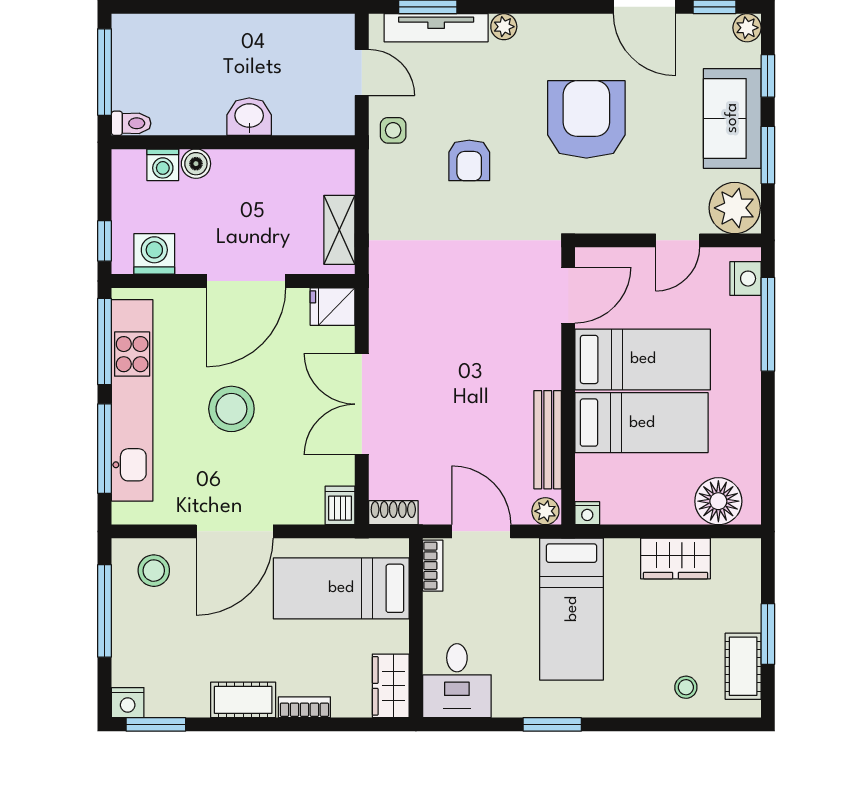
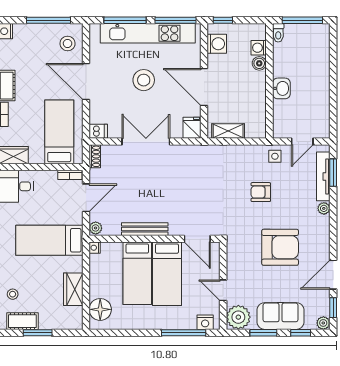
bench: (548, 440) -> (145, 229), moved

